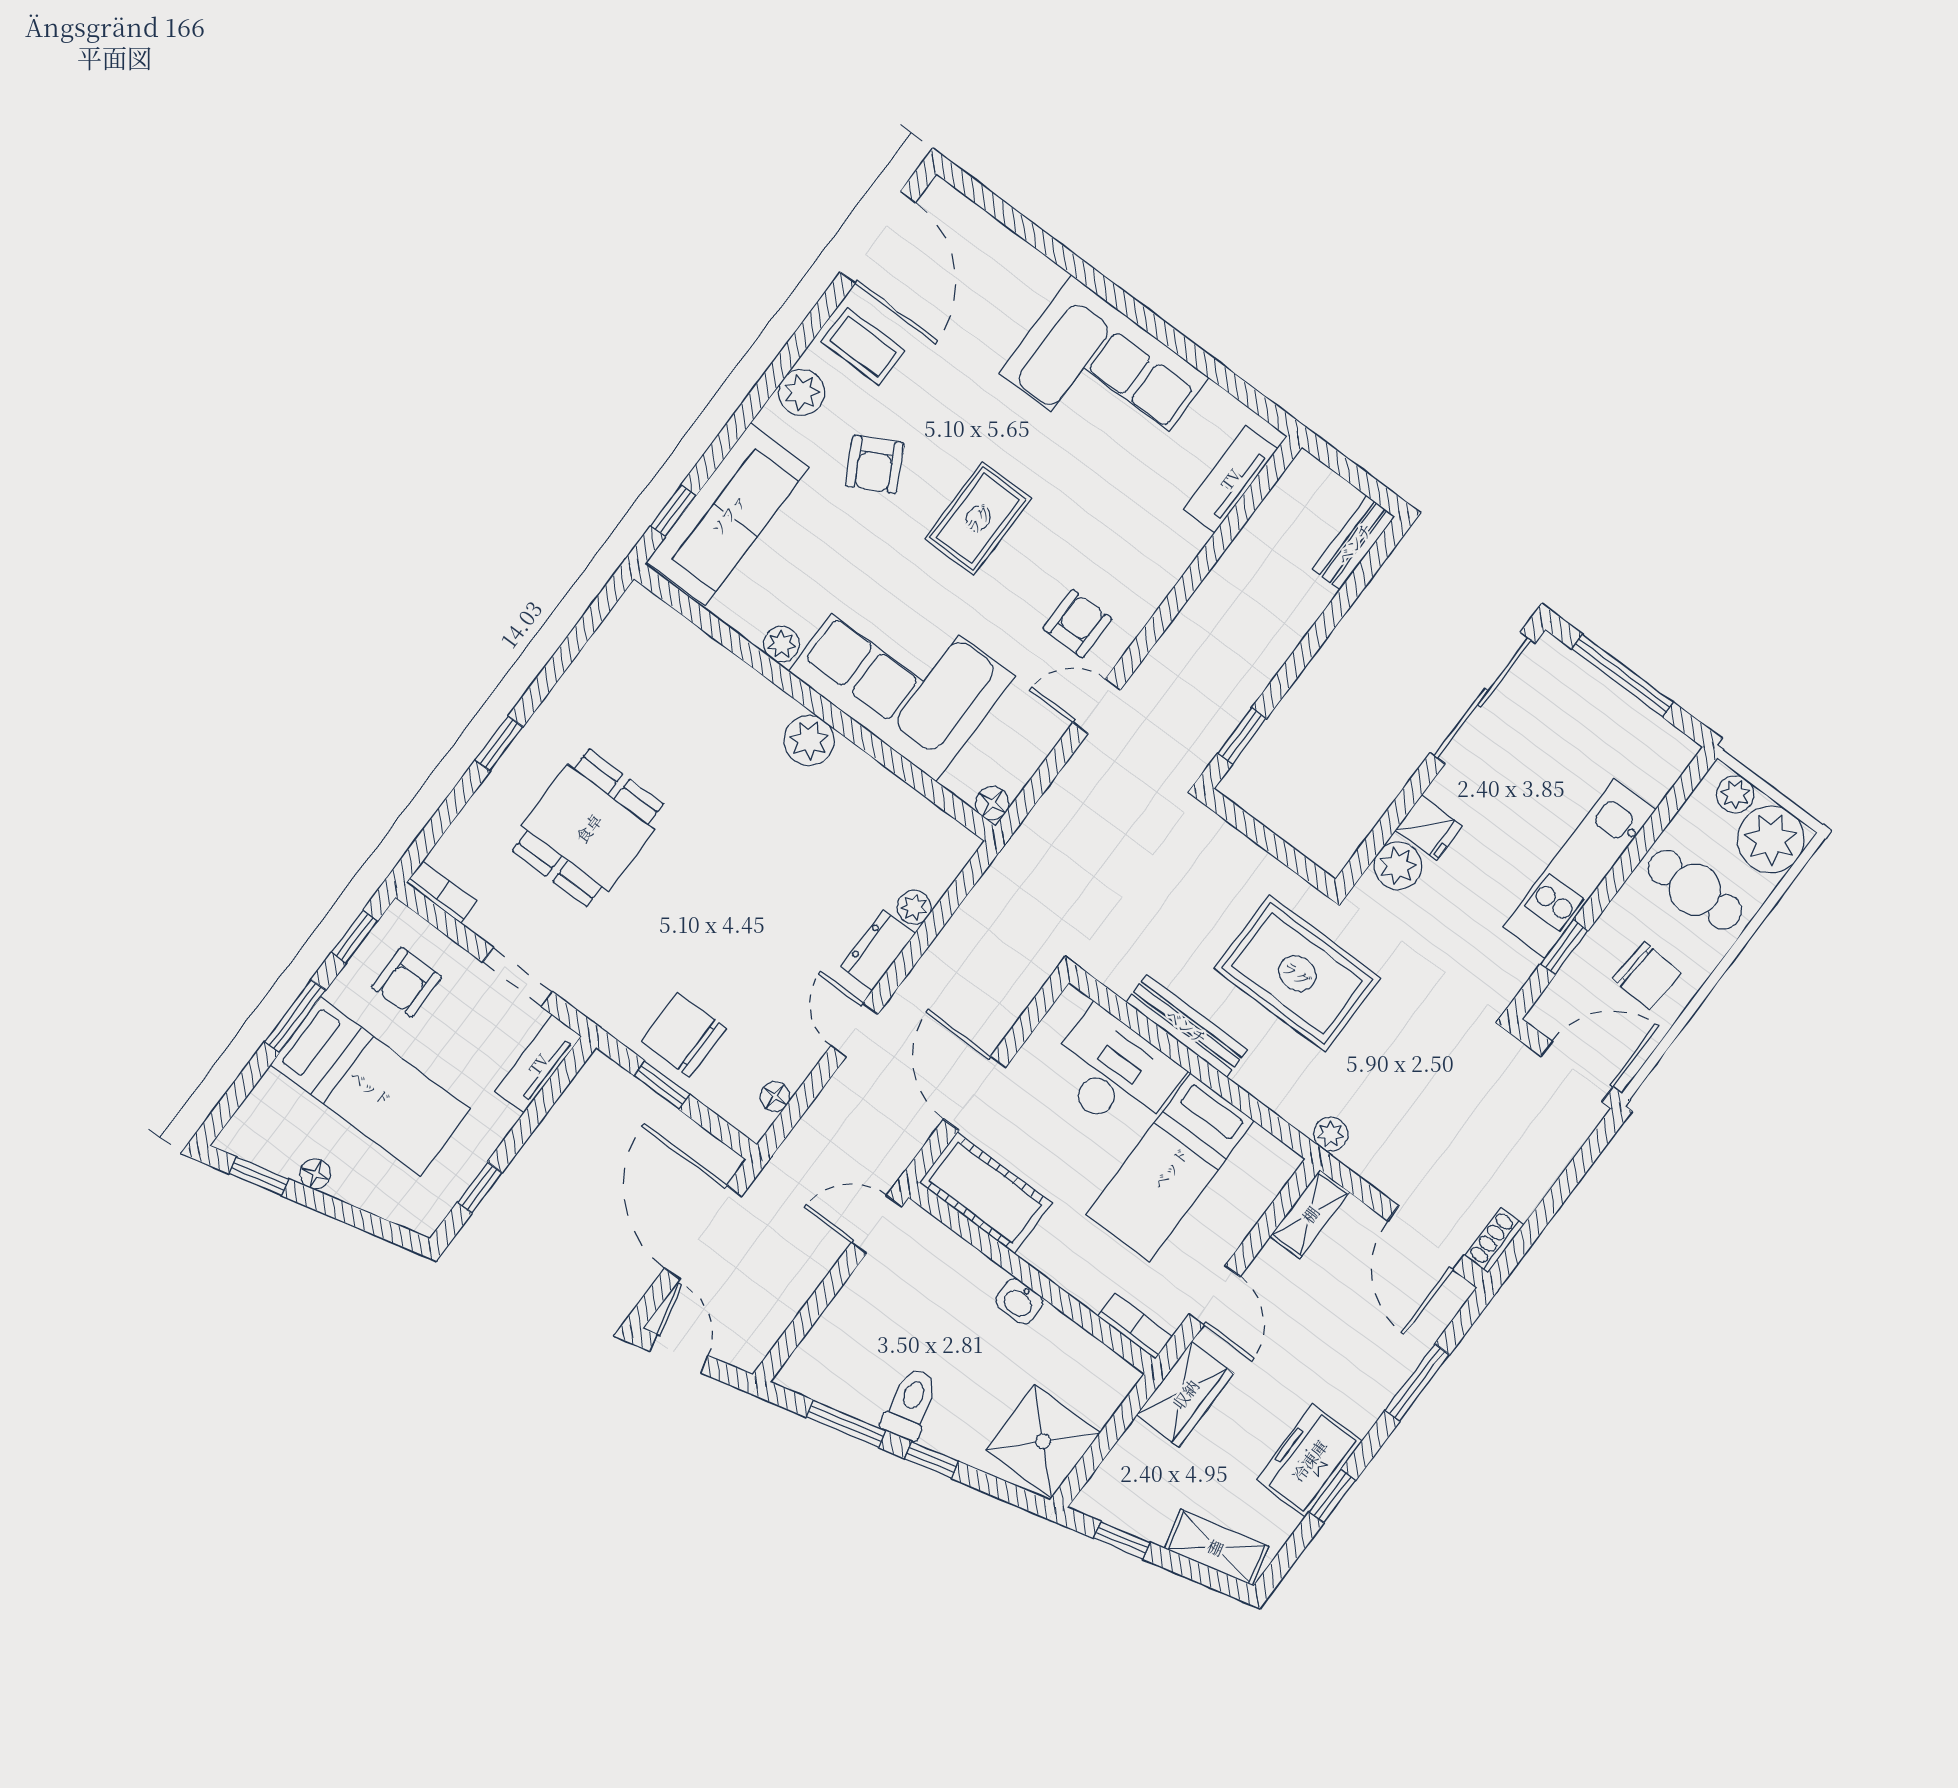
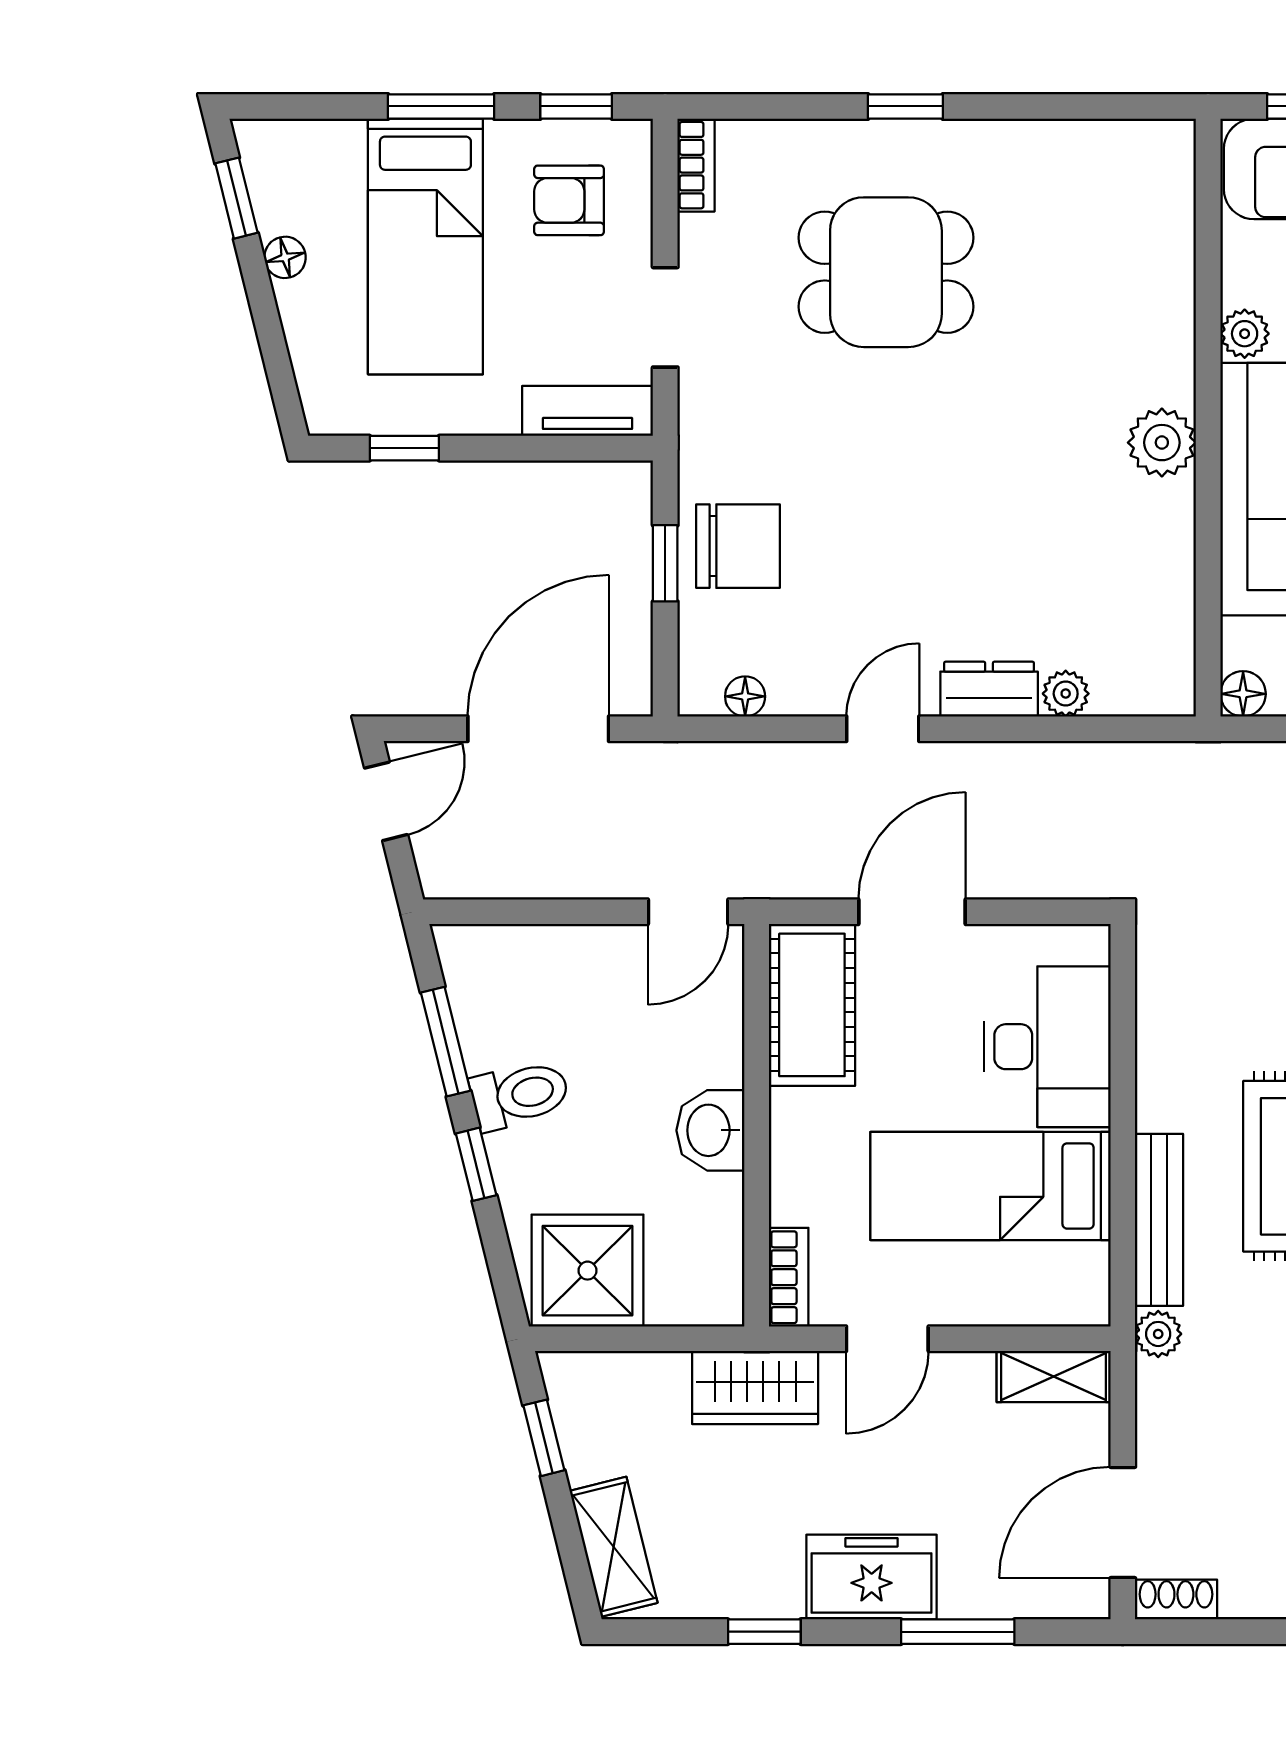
bench: (1187, 1026) -> (1159, 1220), moved
chair: (684, 1035) -> (738, 546), turned 90
door: (876, 1225) -> (688, 912), swing flipped
washbasin: (1019, 1301) -> (710, 1130), width x1.38, depth x1.45
freezer: (1309, 1460) -> (872, 1577), moved

